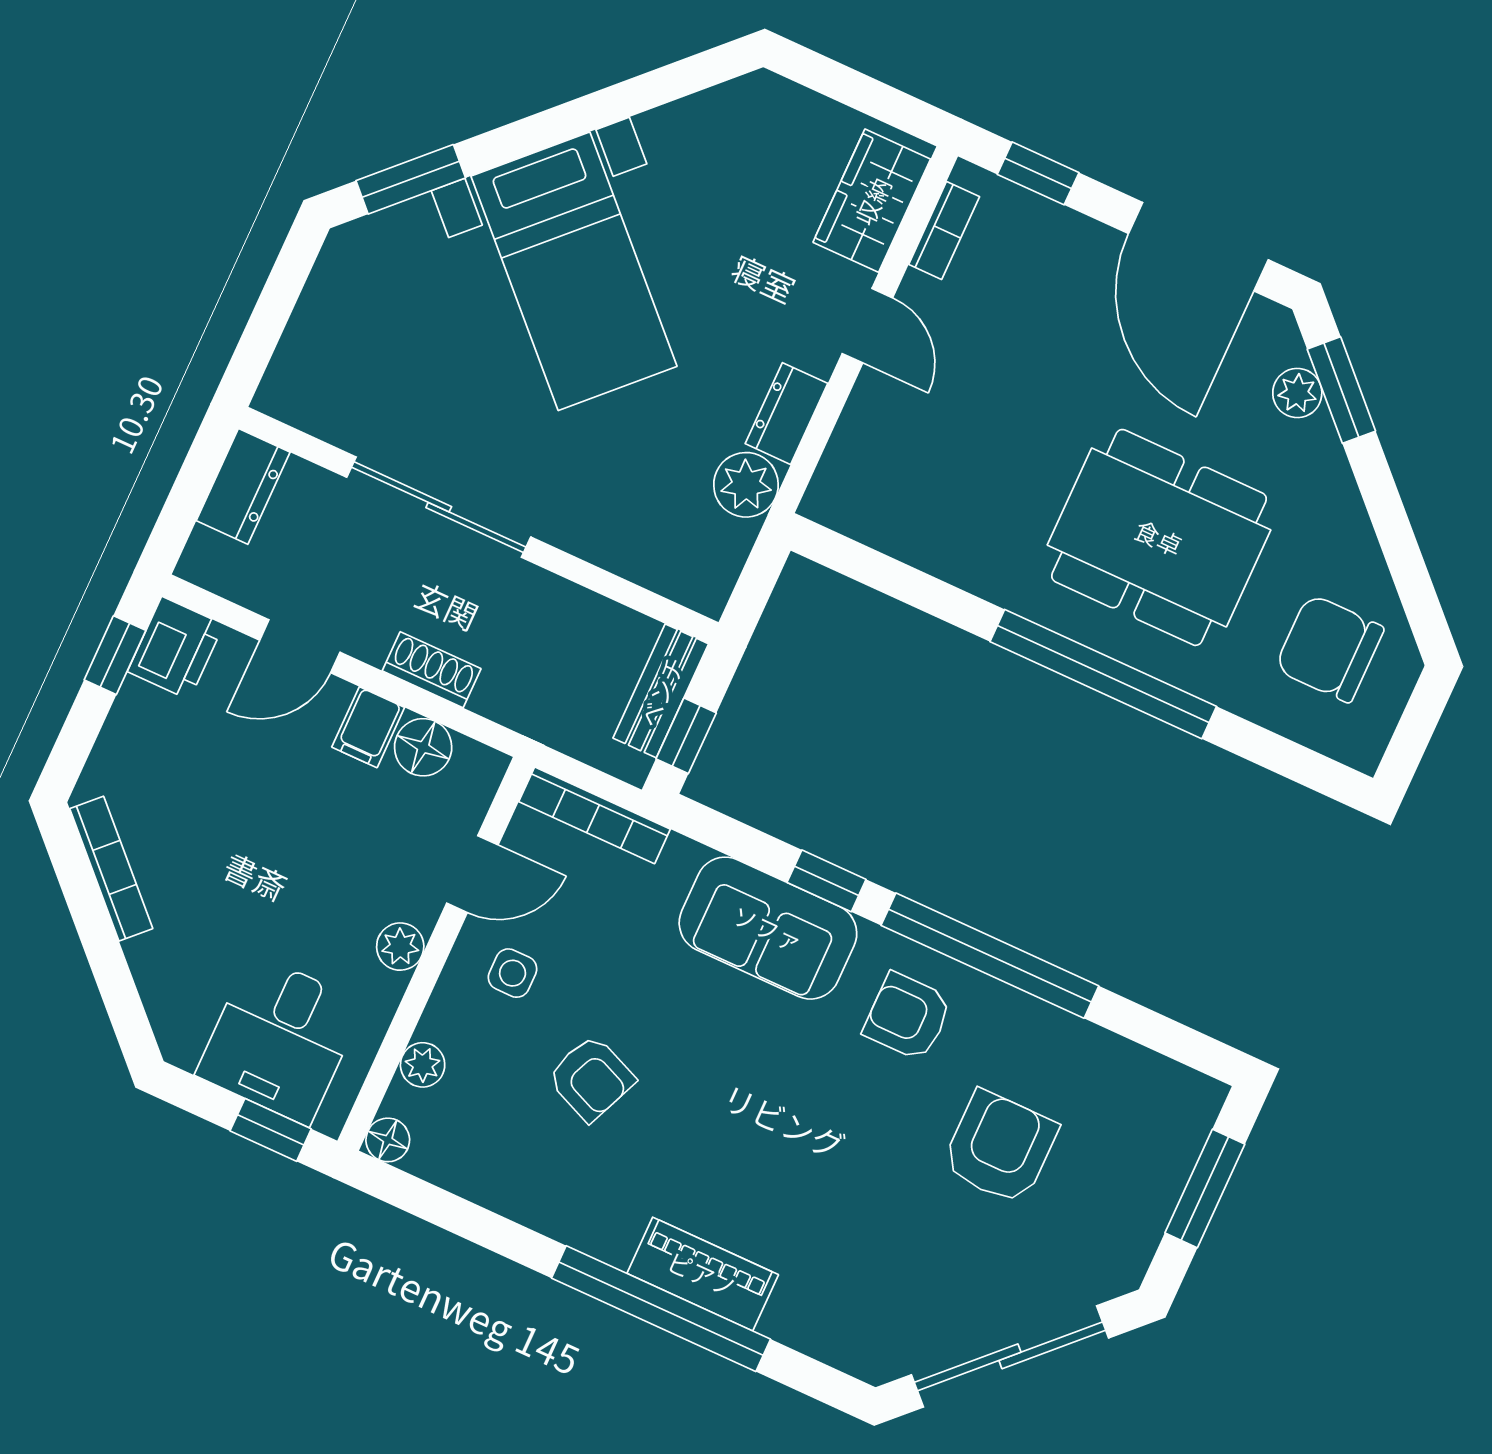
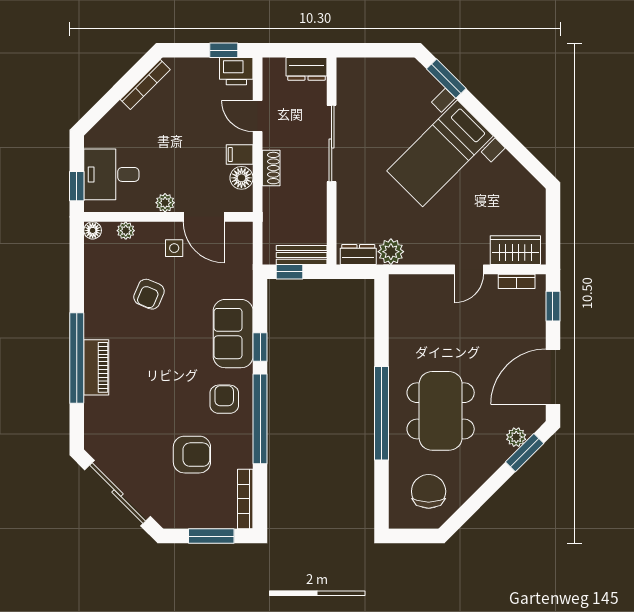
dresser: (787, 414) -> (358, 255), moved
bookcase: (595, 815) -> (245, 499), moved
door: (472, 874) -> (204, 217), width x1.38

